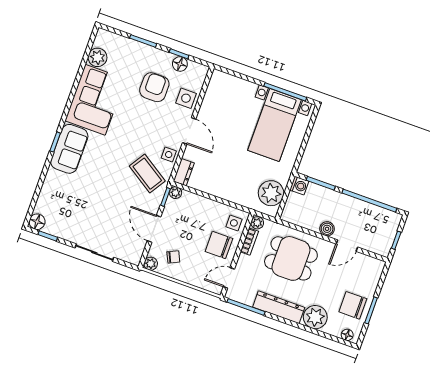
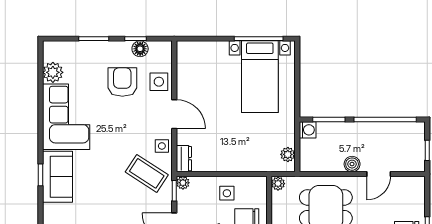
plant: (271, 193) -> (288, 154), width x0.53, depth x0.53
side table: (234, 223) -> (227, 193), moved
bookcase: (249, 242) -> (277, 206), removed

